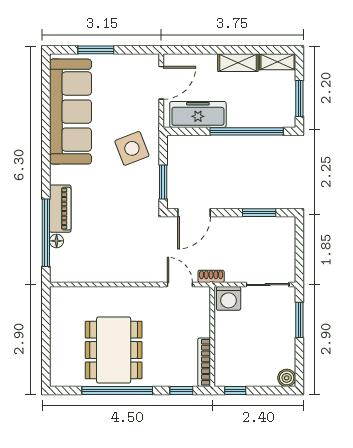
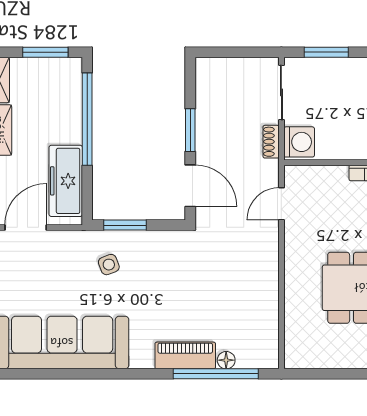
door: (161, 83) -> (26, 227), hinge flipped
side table: (132, 148) -> (109, 265), width x0.54, depth x0.54
window: (163, 182) -> (125, 225), moved
window: (259, 213) -> (190, 130), moved
shoe rack: (211, 276) -> (271, 142), moved

